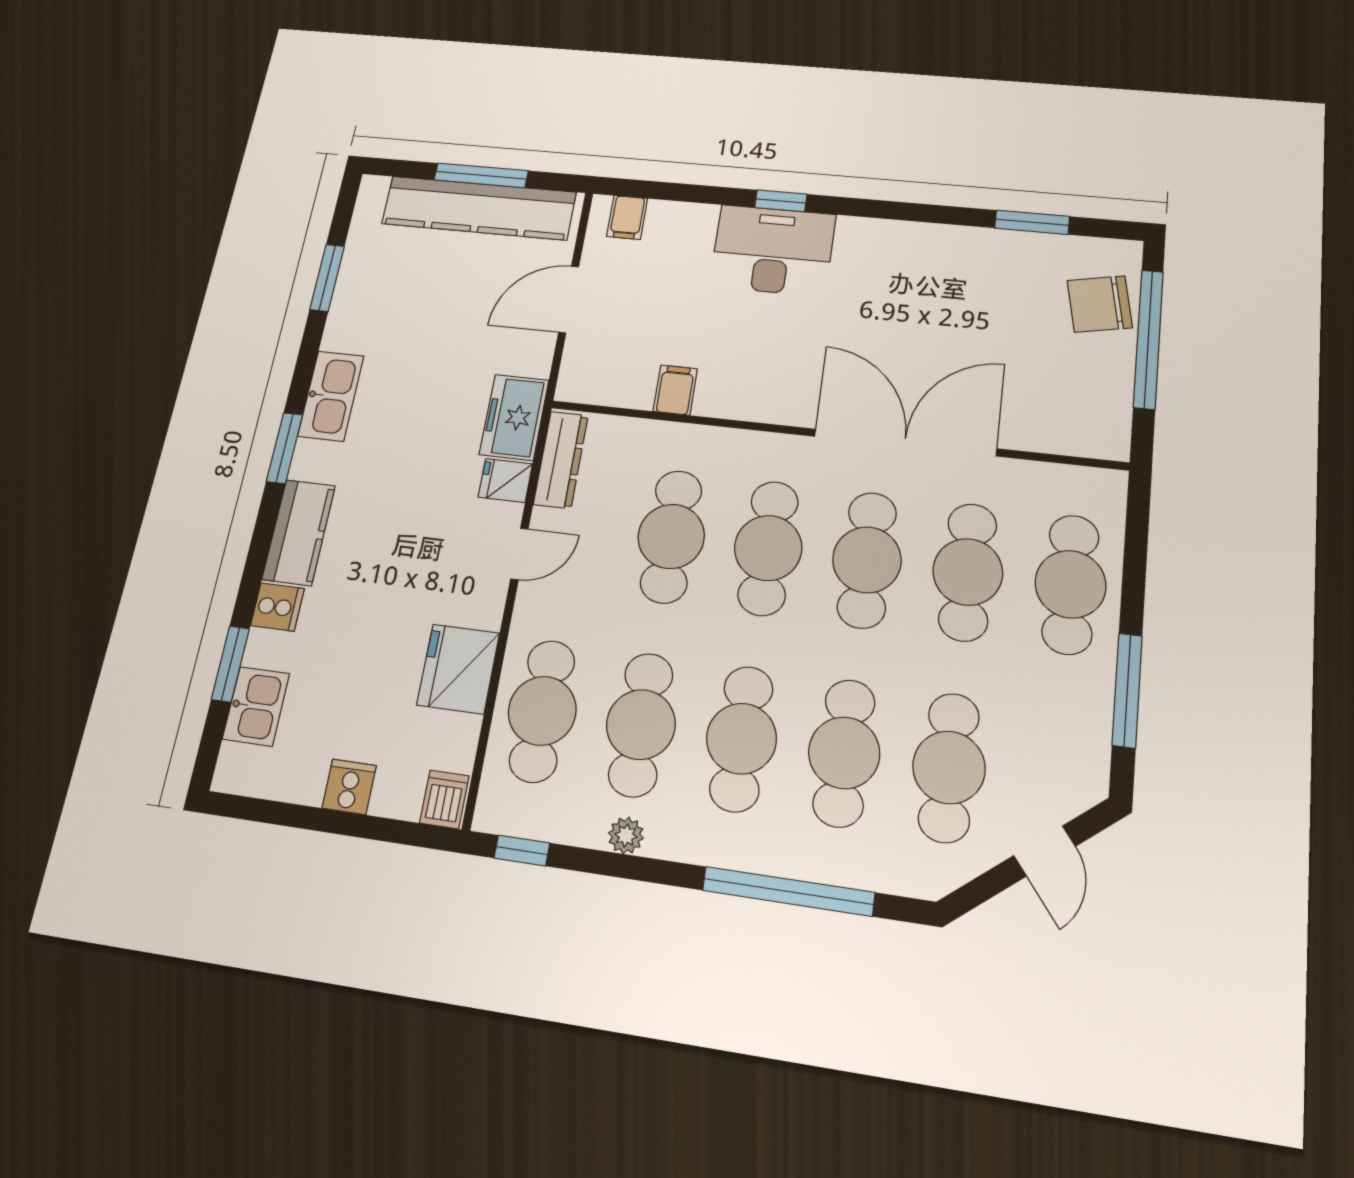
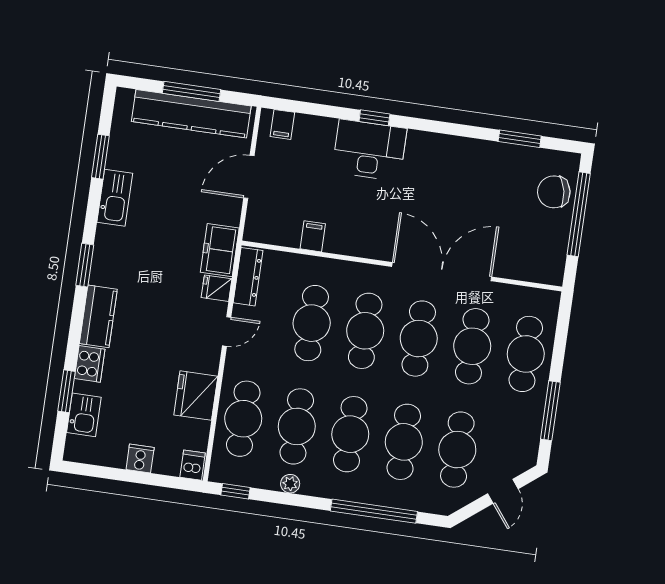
kitchen sink: (331, 396) -> (115, 198), moved
cooker: (277, 607) -> (90, 364), width x1.36

